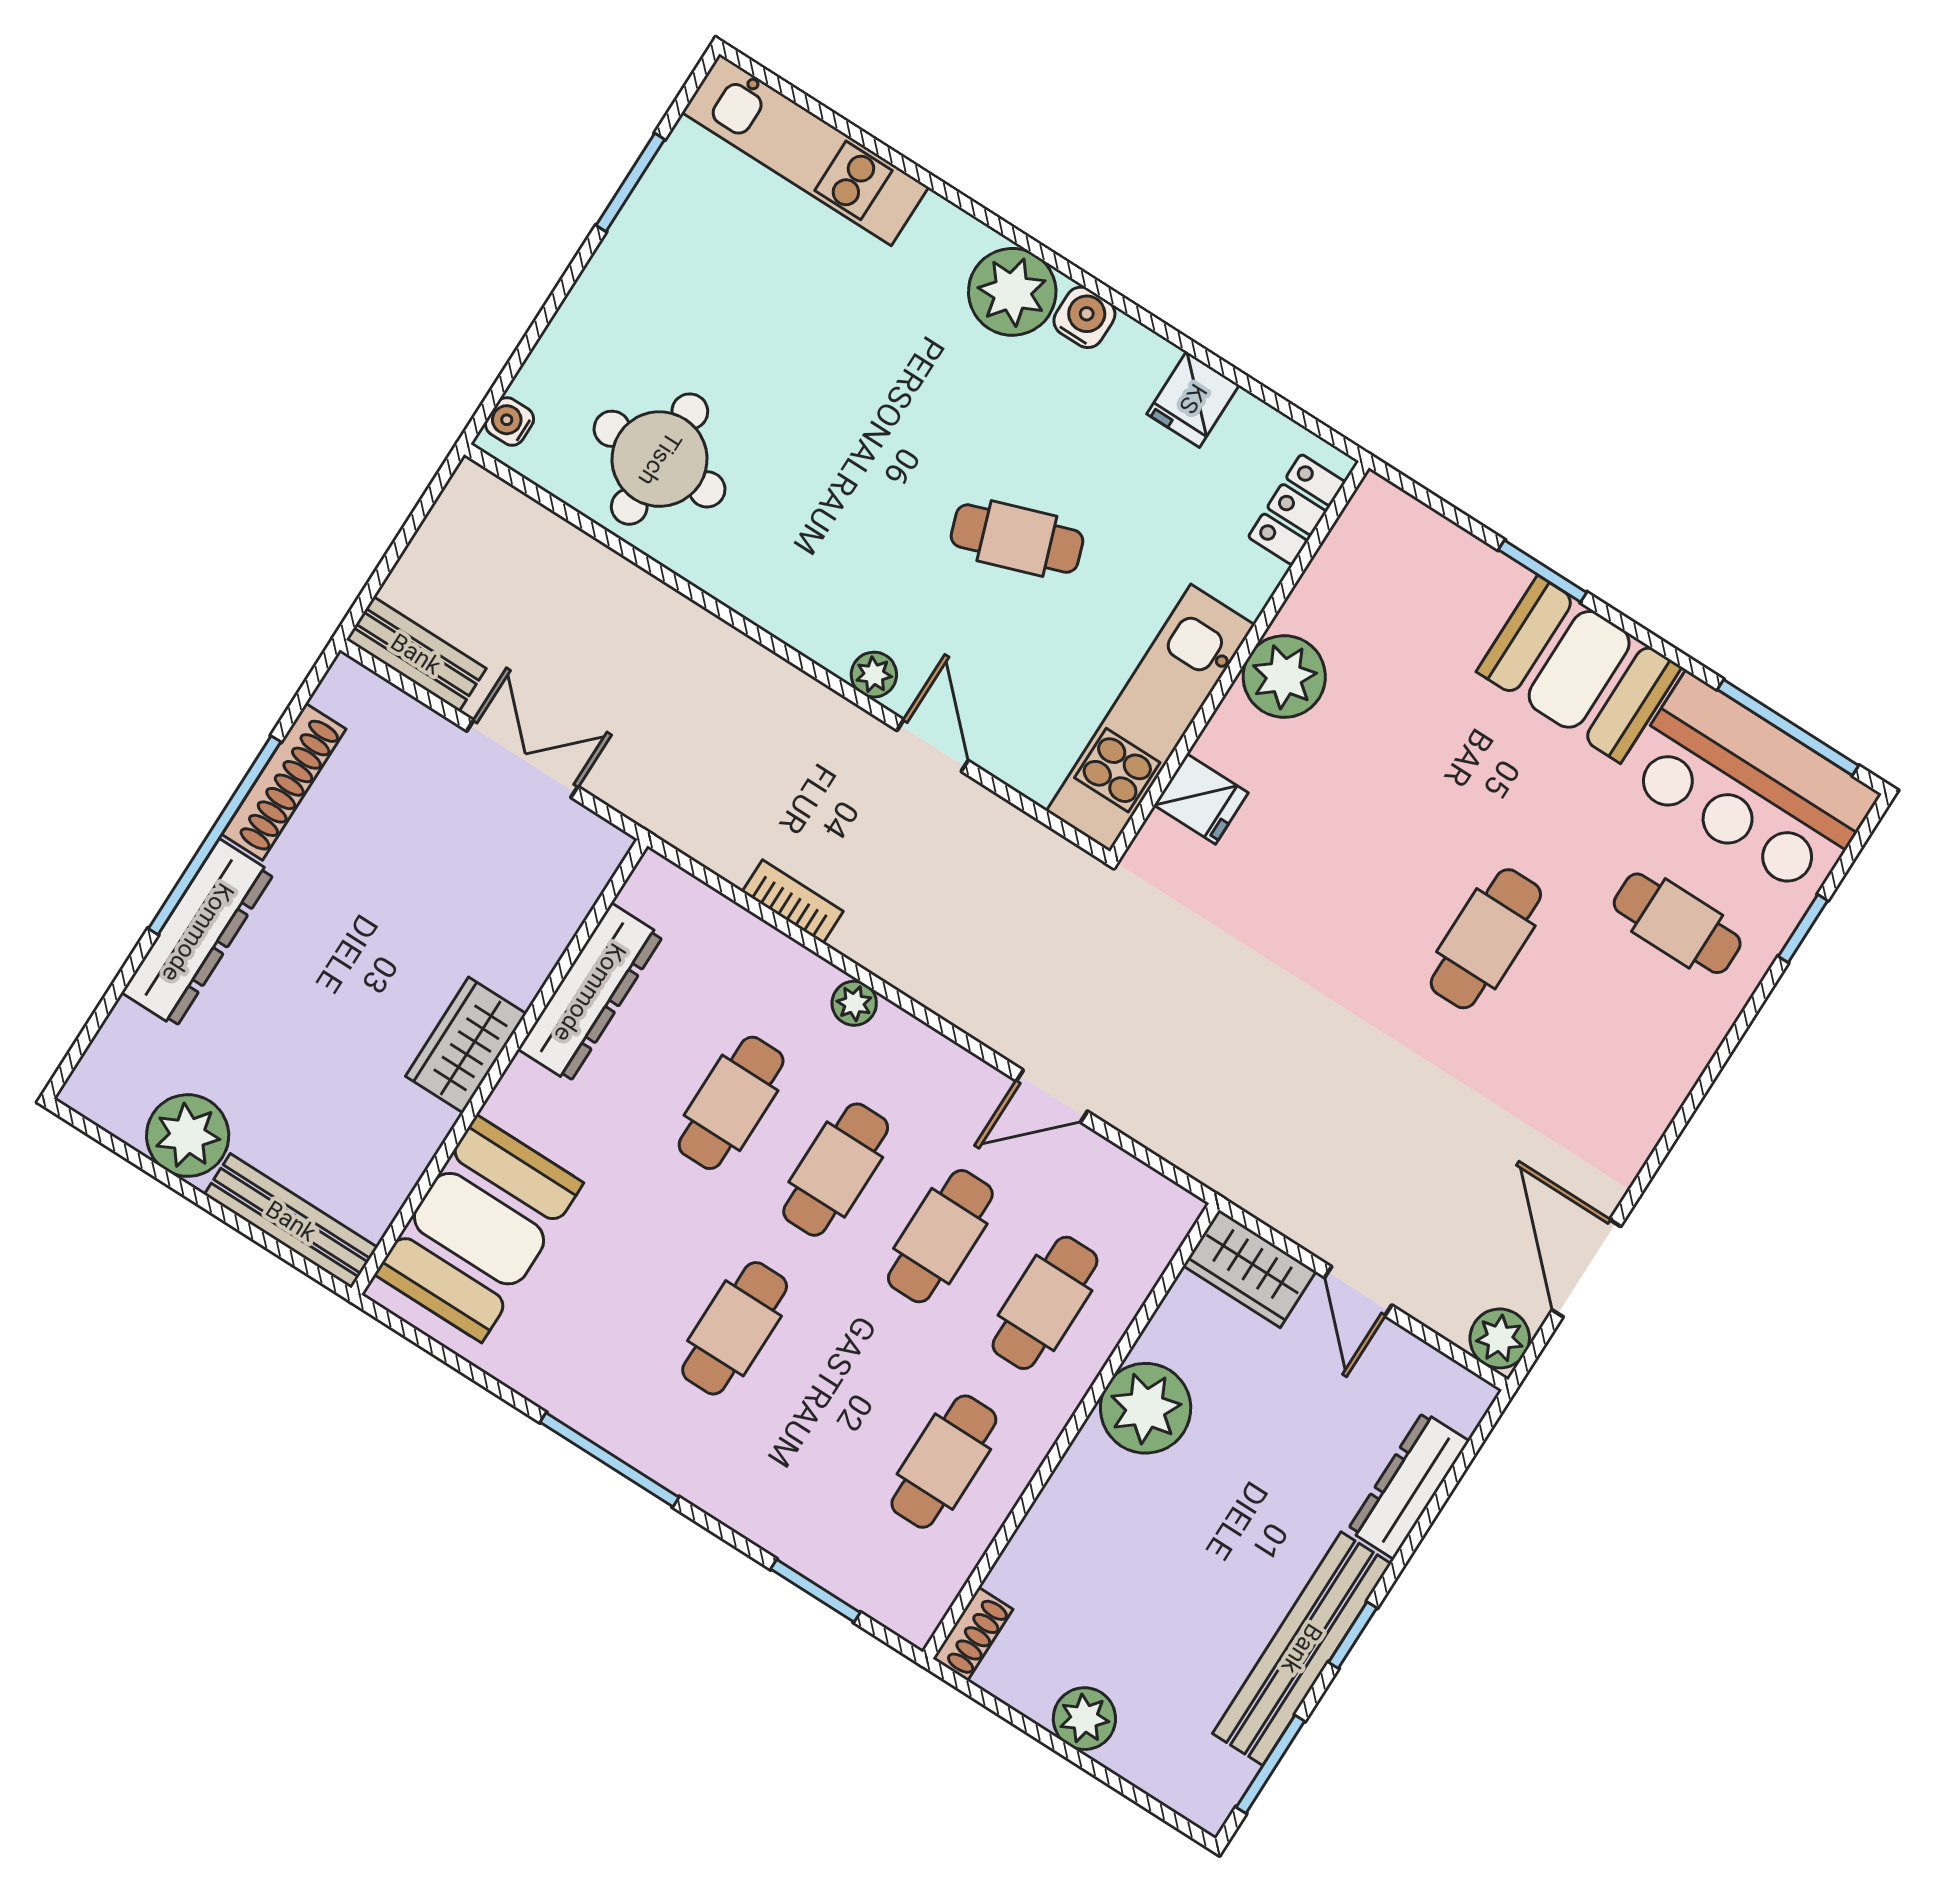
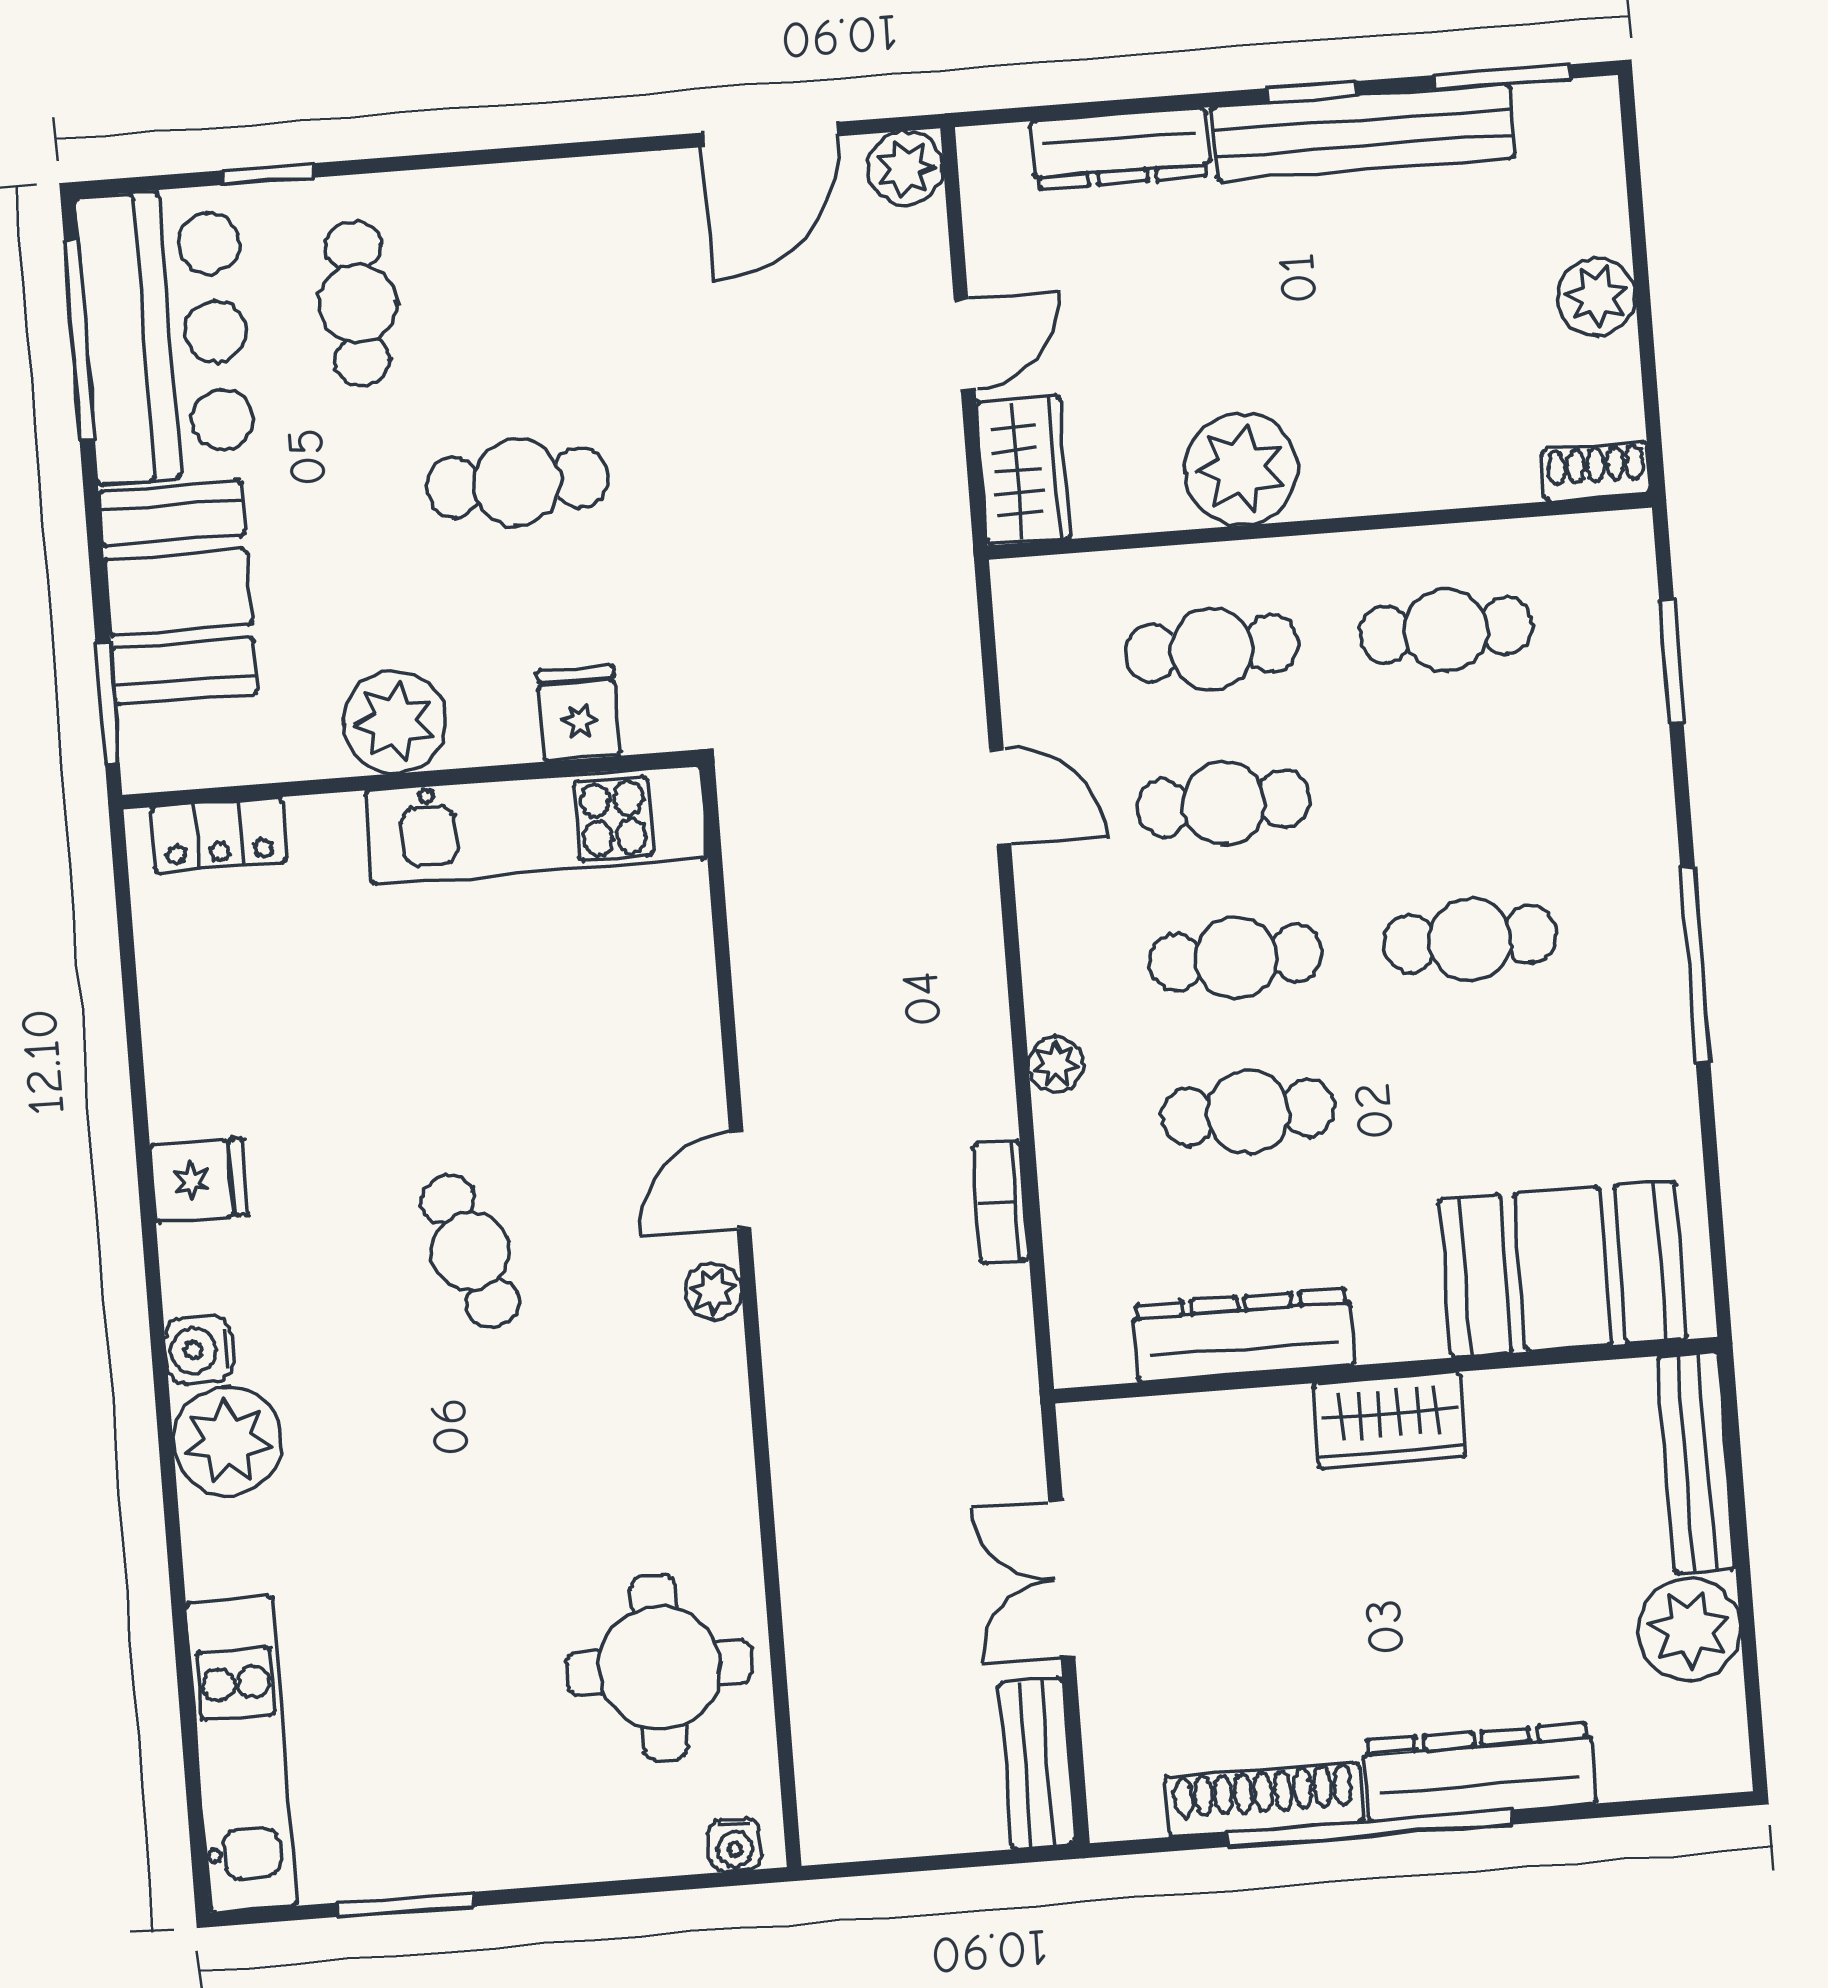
locker: (1297, 510) -> (218, 835), moved
wall: (1240, 660) -> (411, 779), moved
plant: (1284, 677) -> (394, 722), moved
kitchen unit: (1151, 718) -> (536, 824), moved
fridge: (1201, 799) -> (579, 713), moved

